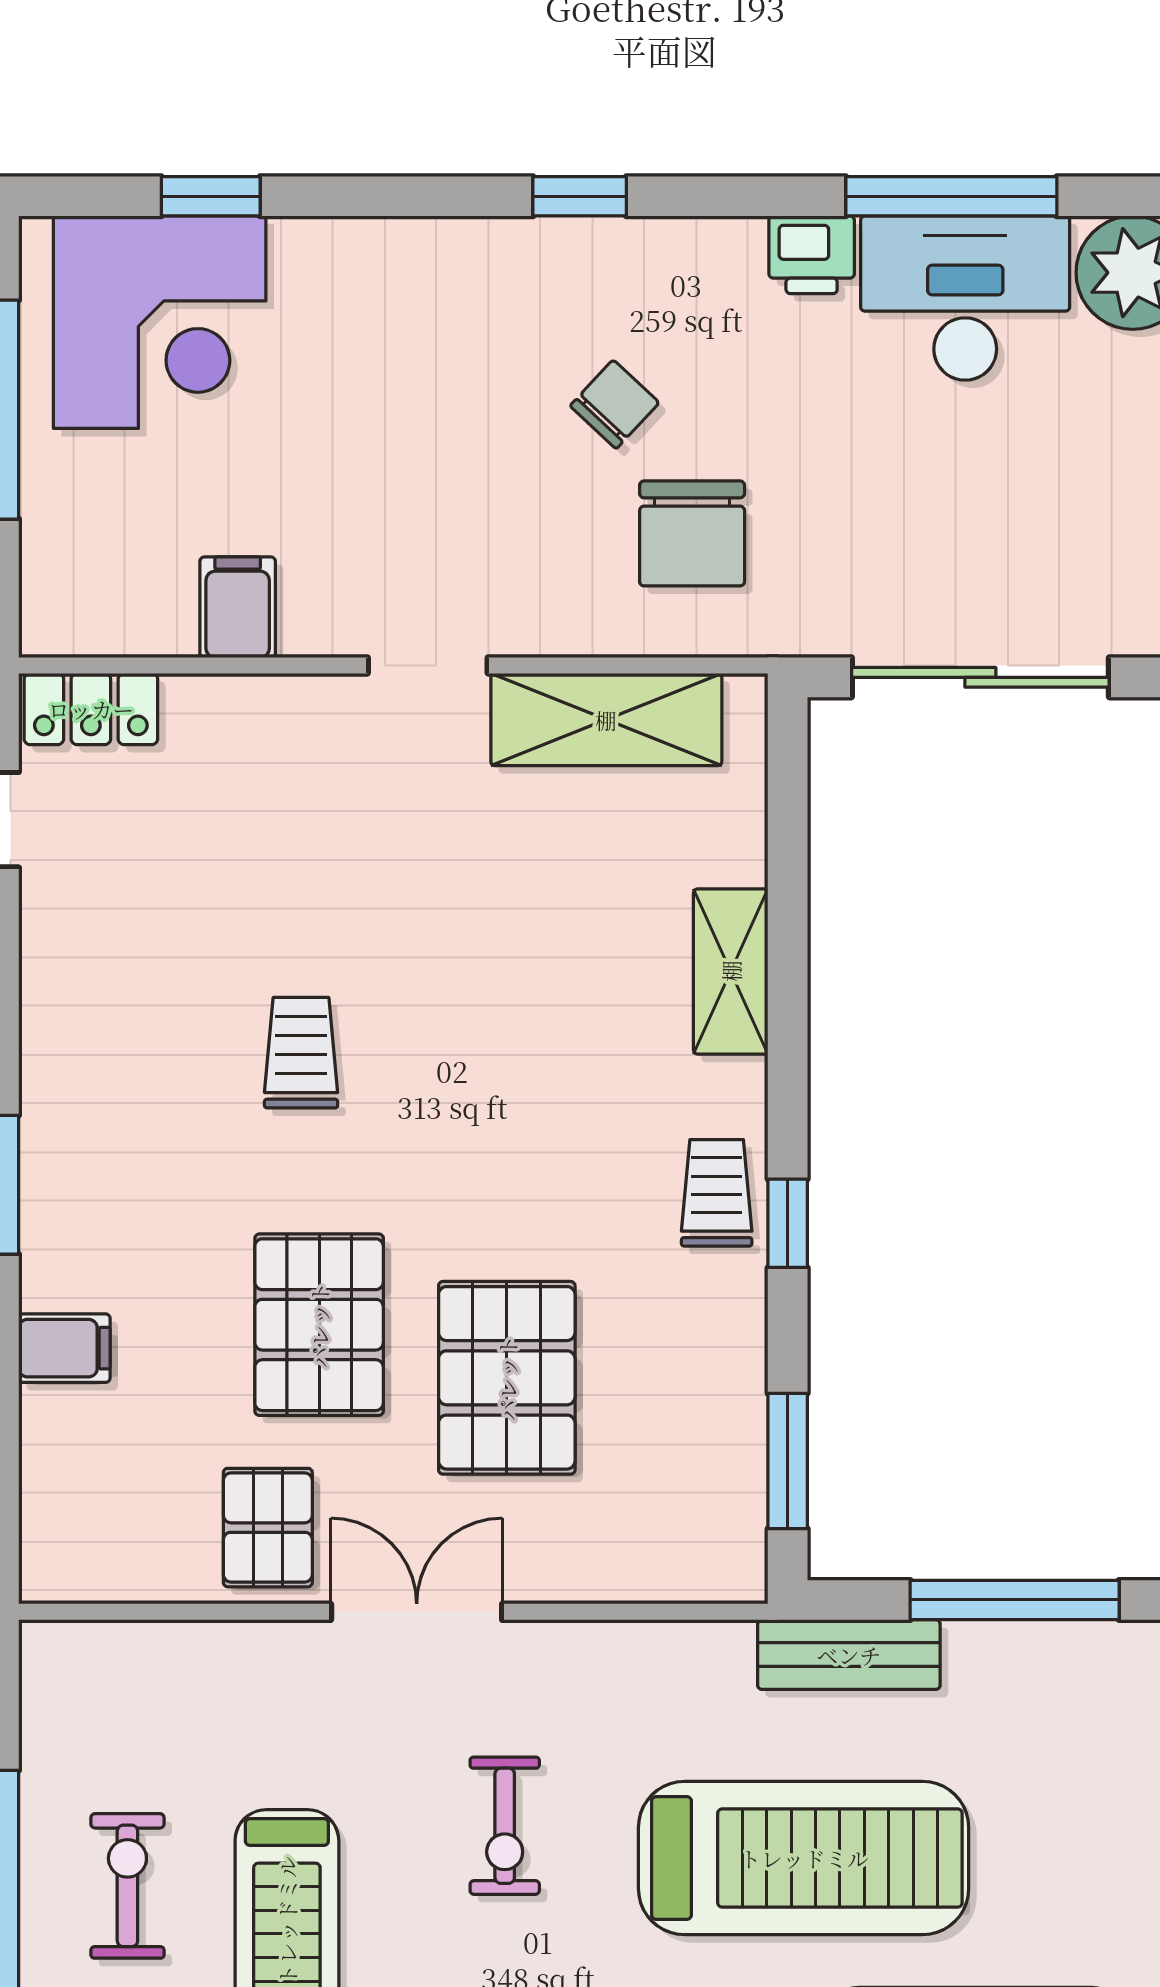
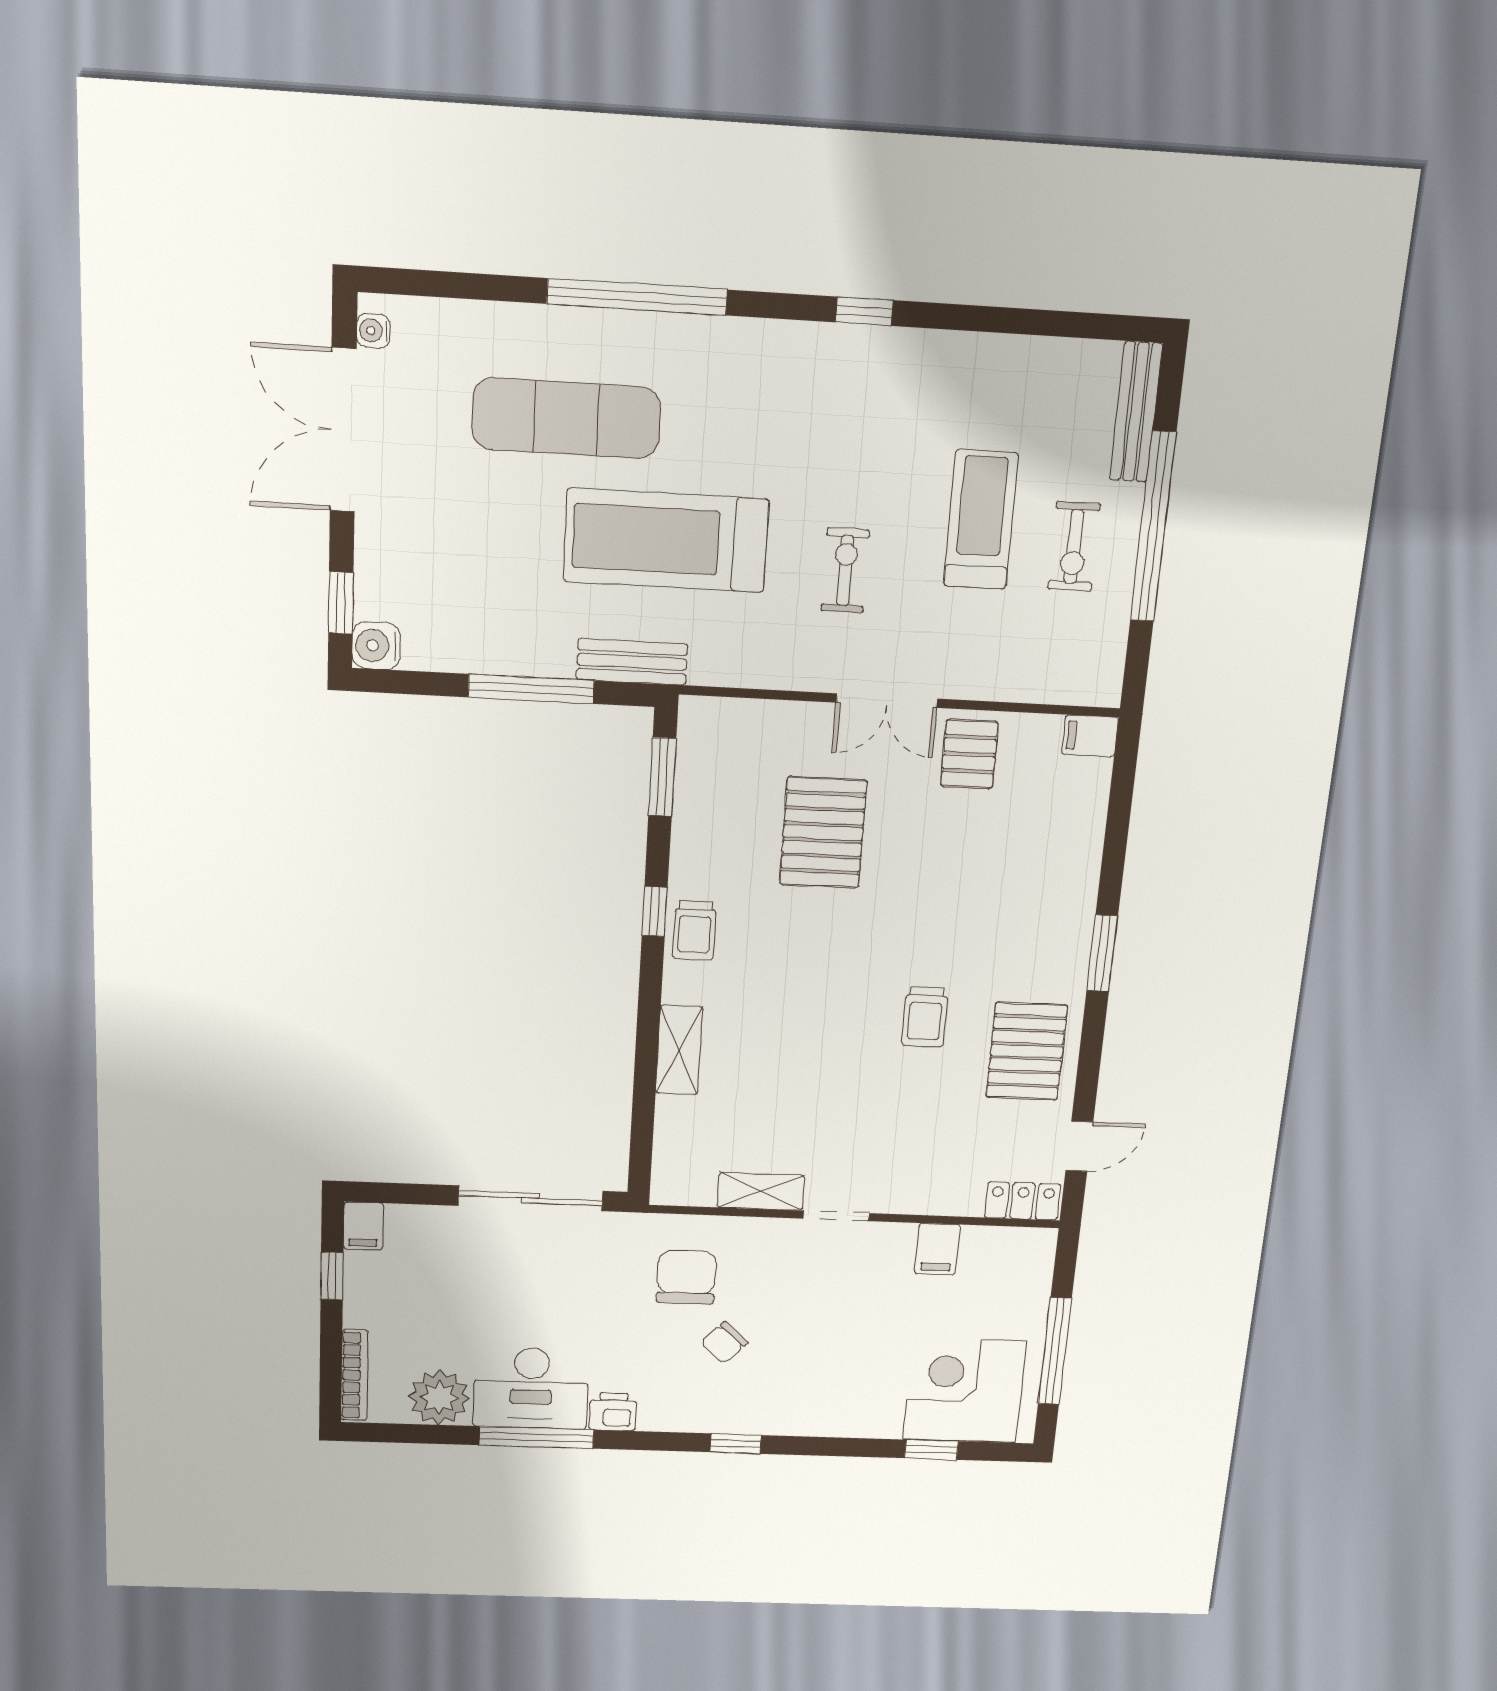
shelving: (606, 720) -> (761, 1191), width x0.67, depth x0.75
pallet: (319, 1325) -> (1027, 1051), moved
filing cabinet: (64, 1348) -> (1090, 736), moved

